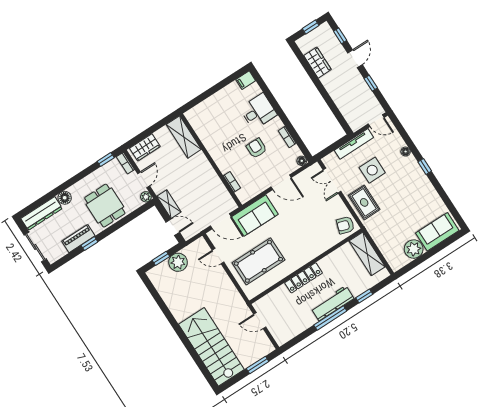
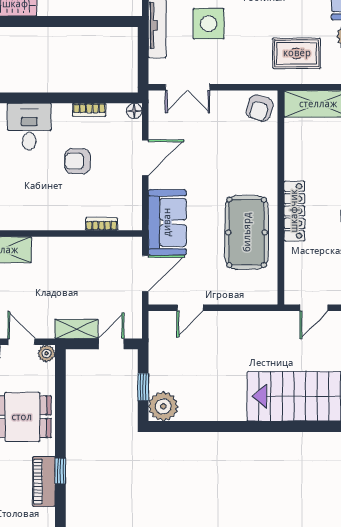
rug: (364, 202) -> (297, 53), moved
pool table: (258, 261) -> (247, 232), moved
plant: (178, 262) -> (163, 406), moved

